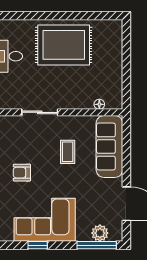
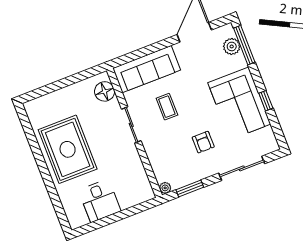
floor lamp: (99, 104) -> (105, 91), width x1.89, depth x1.89
sliding door: (40, 112) -> (131, 125), moved
coffee table: (68, 152) -> (167, 107), turned 90

